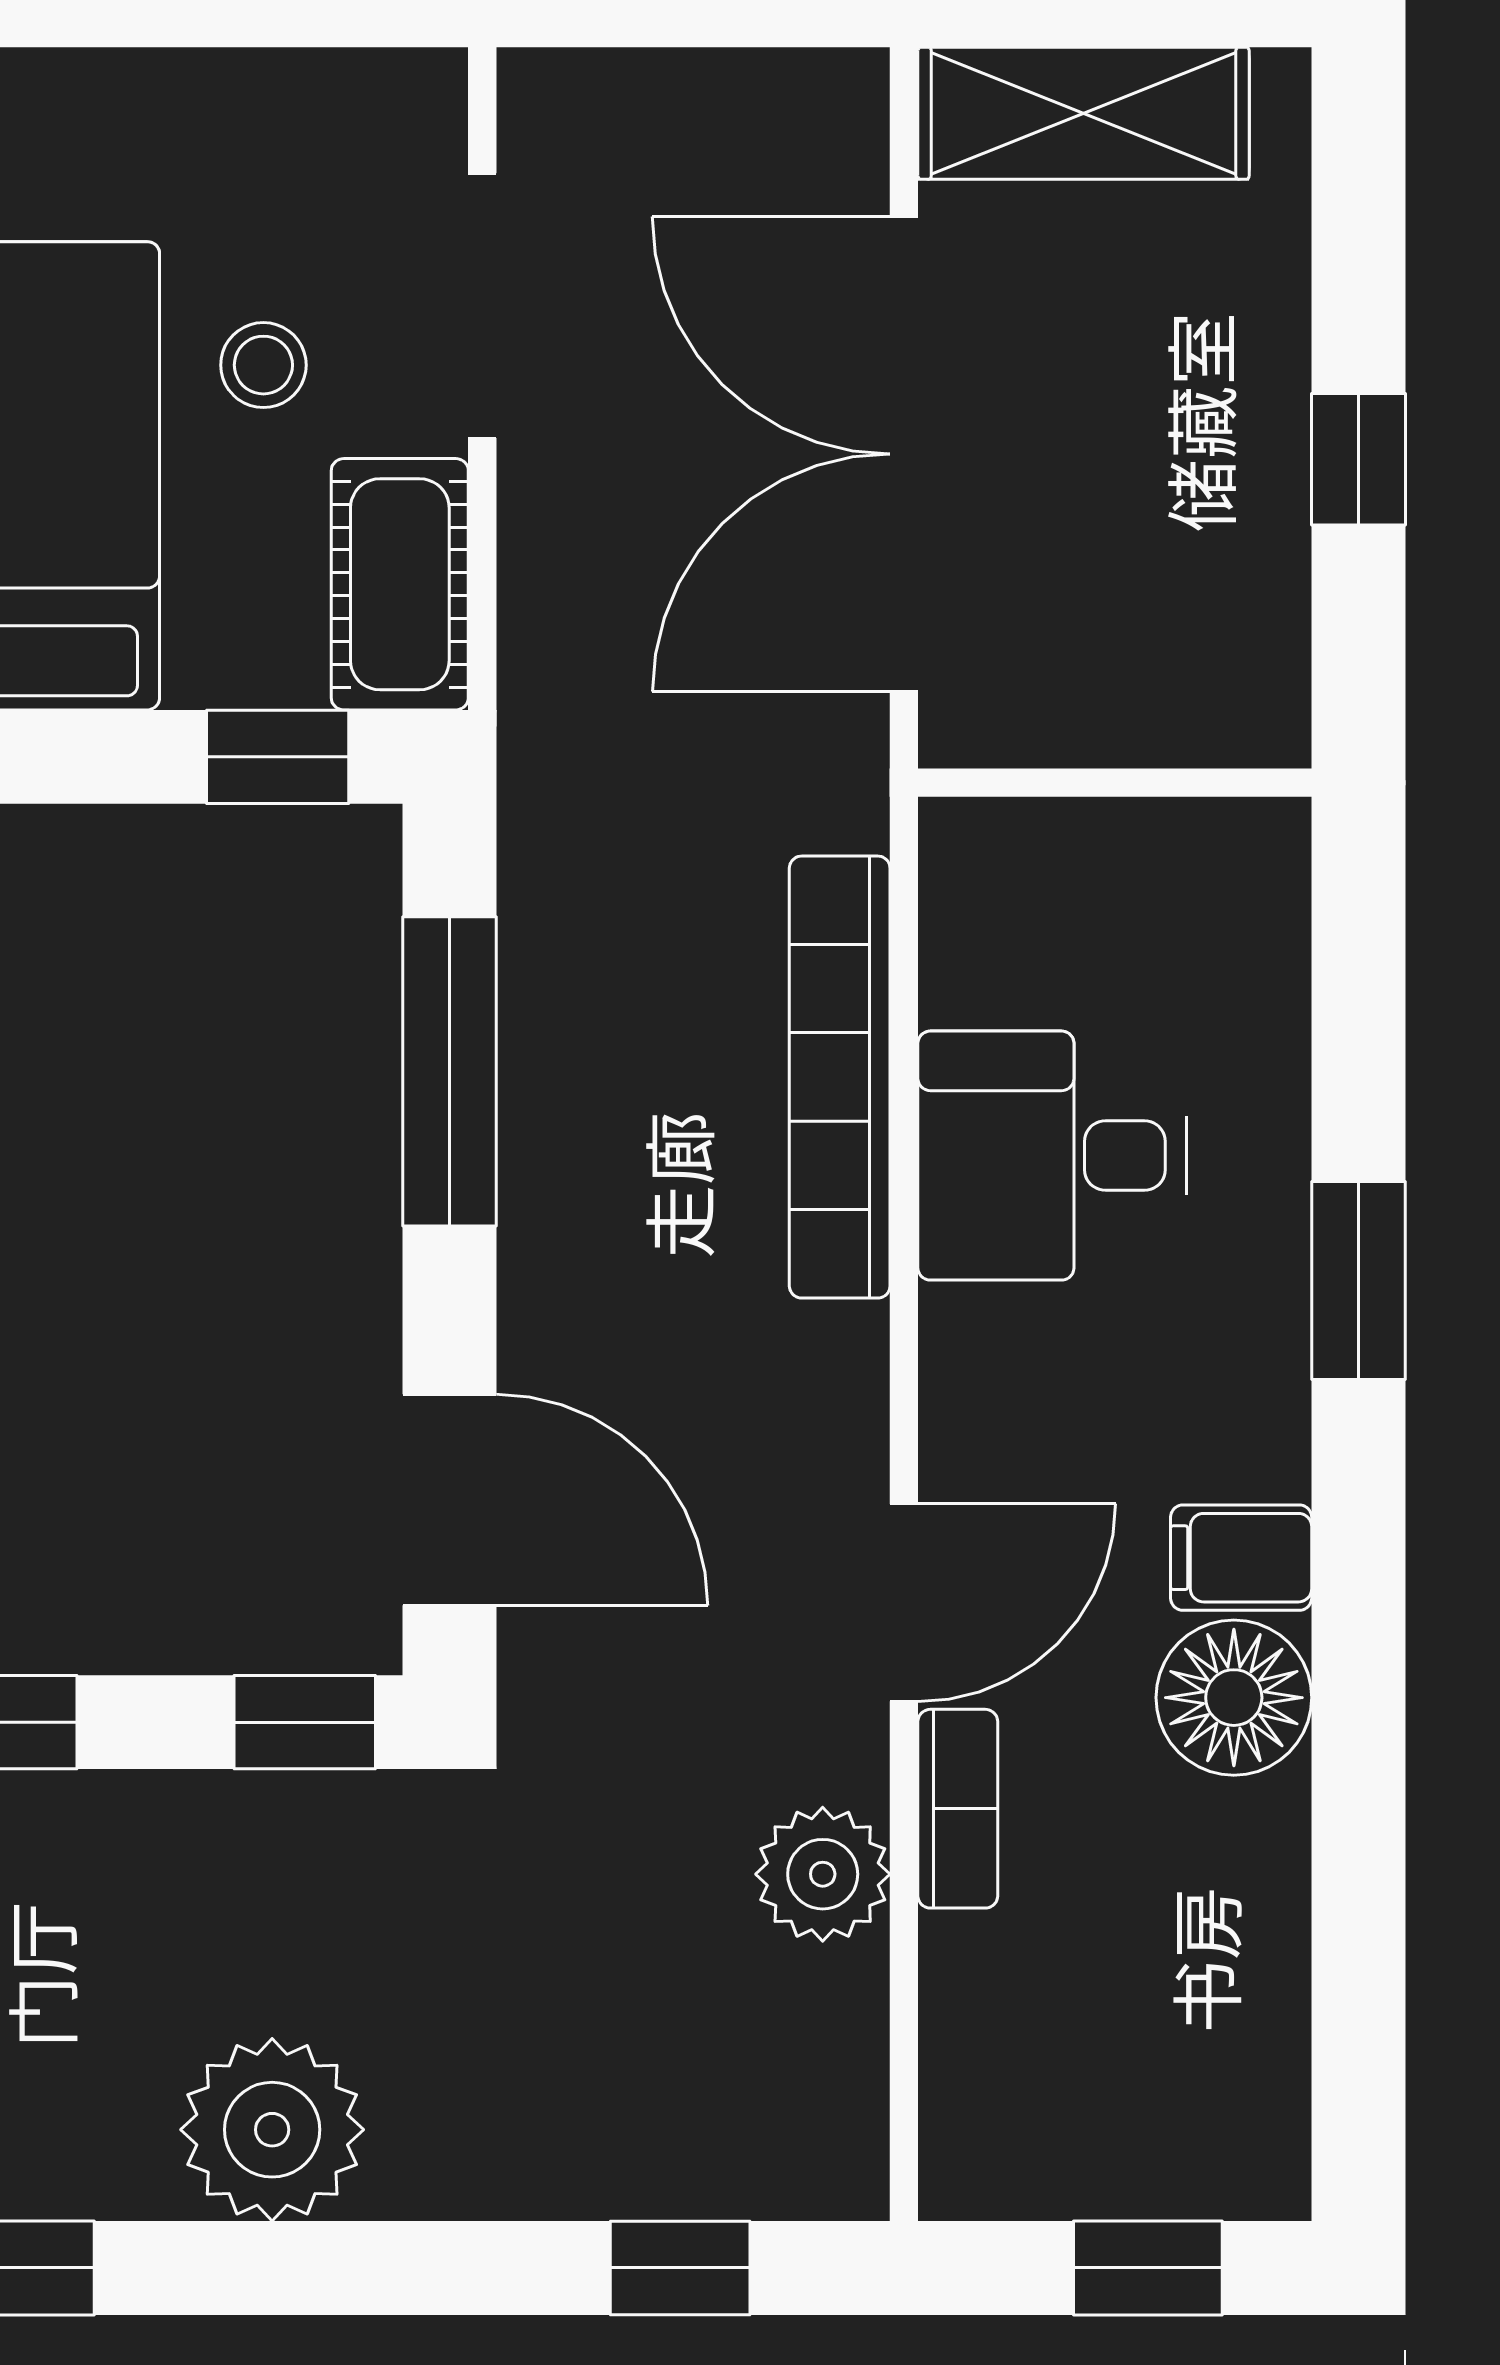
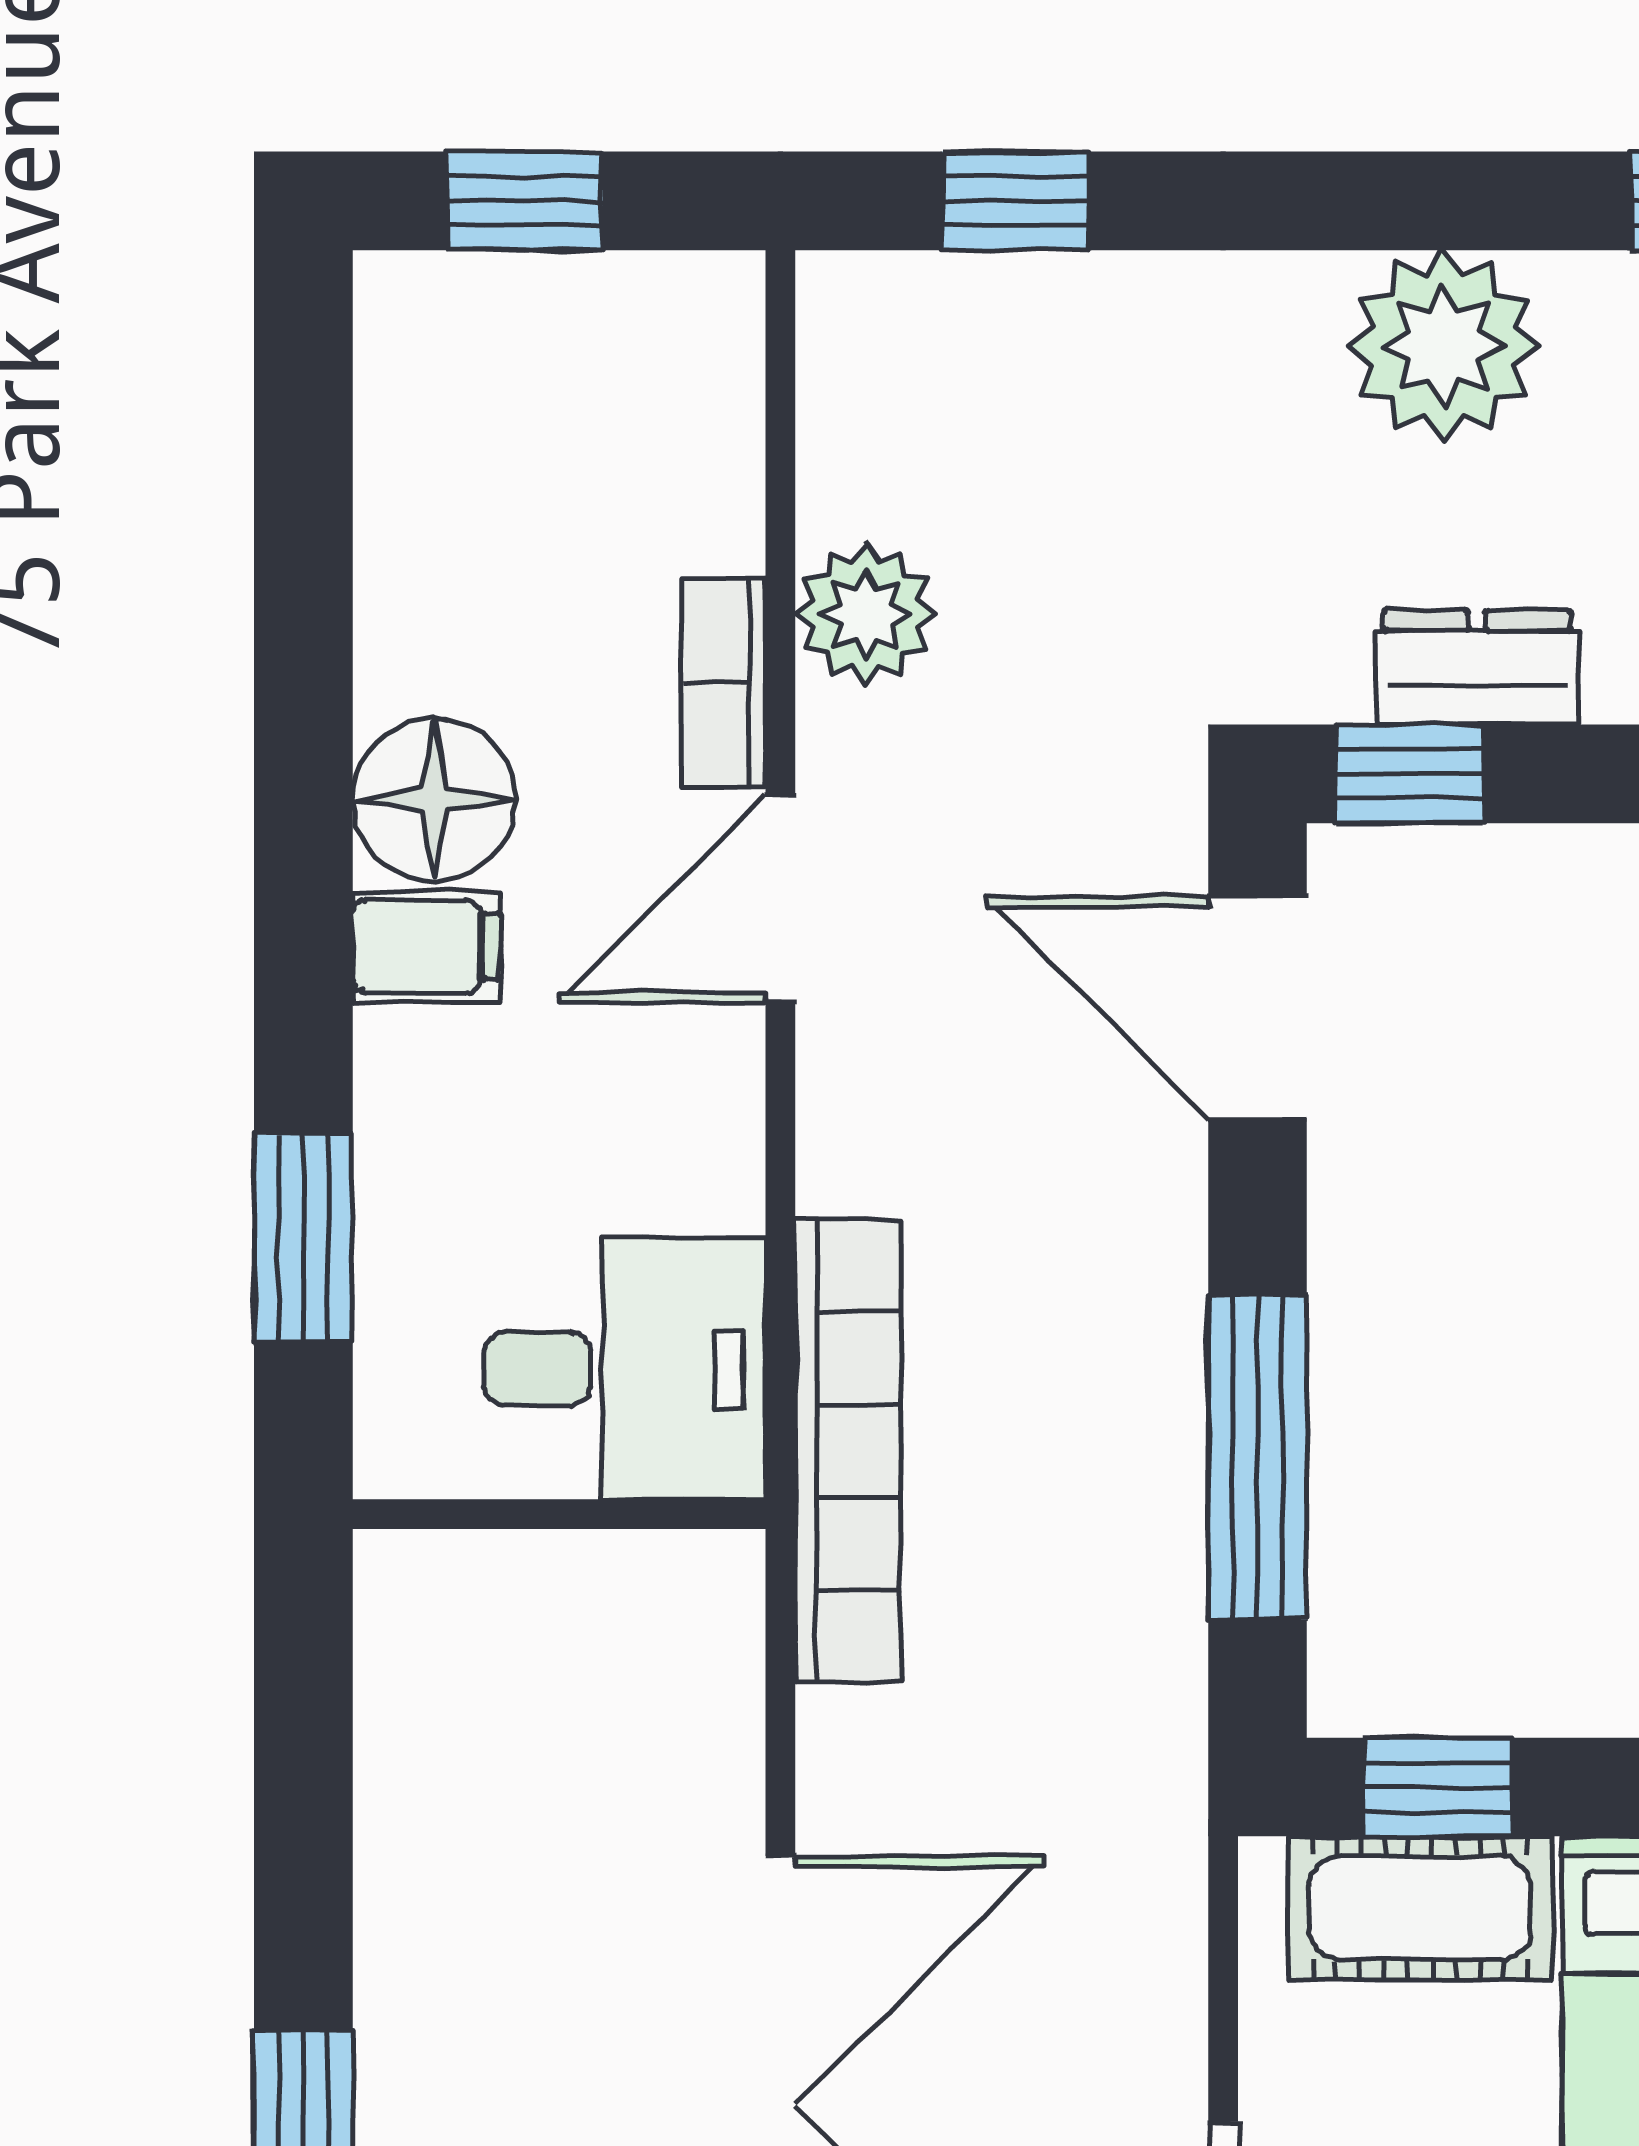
cot: (400, 584) -> (1420, 1908), moved, turned 90
wall: (1115, 783) -> (559, 1514), moved
dresser: (240, 1824) -> (1477, 667), added

